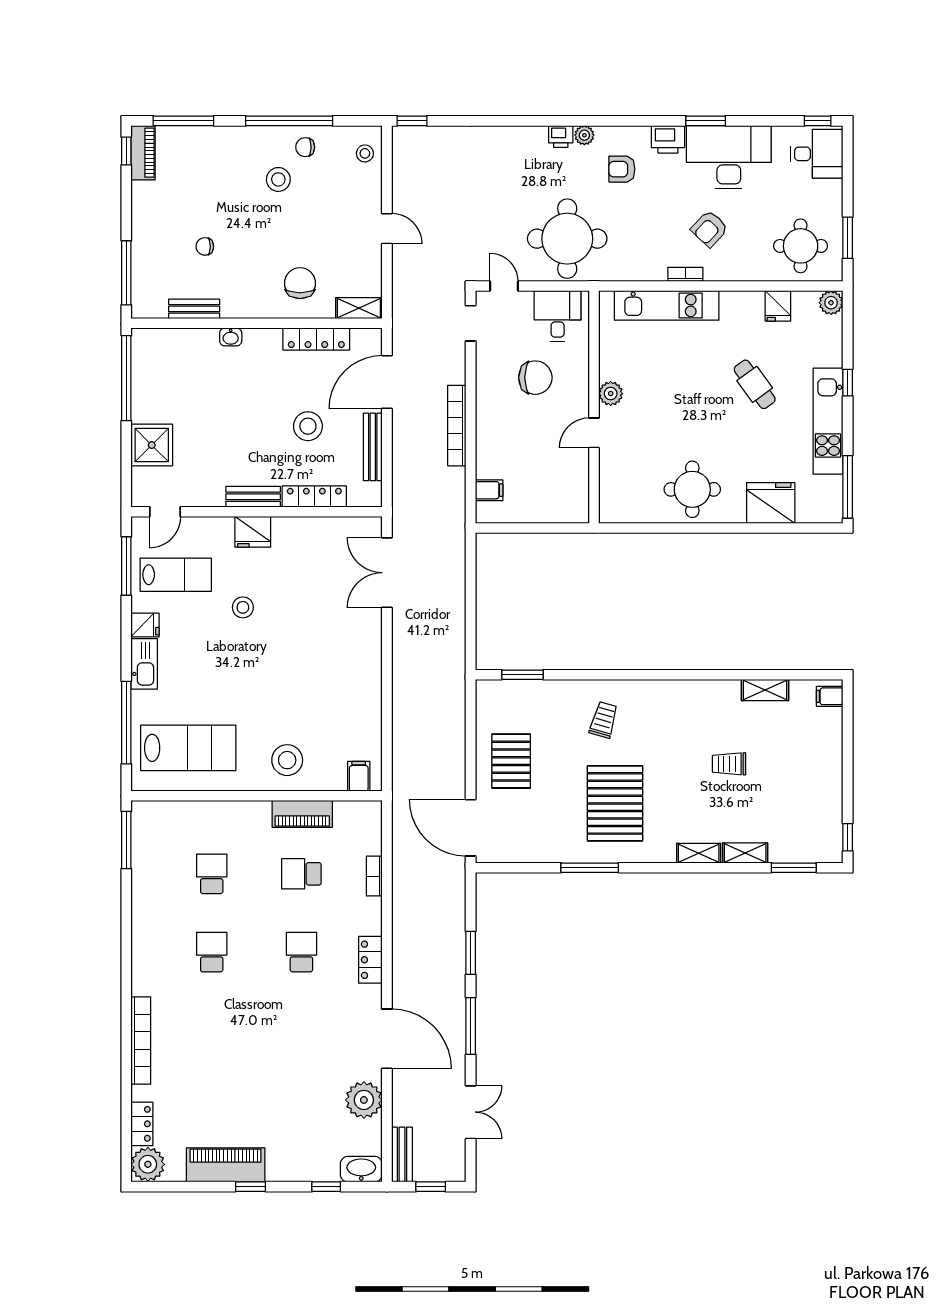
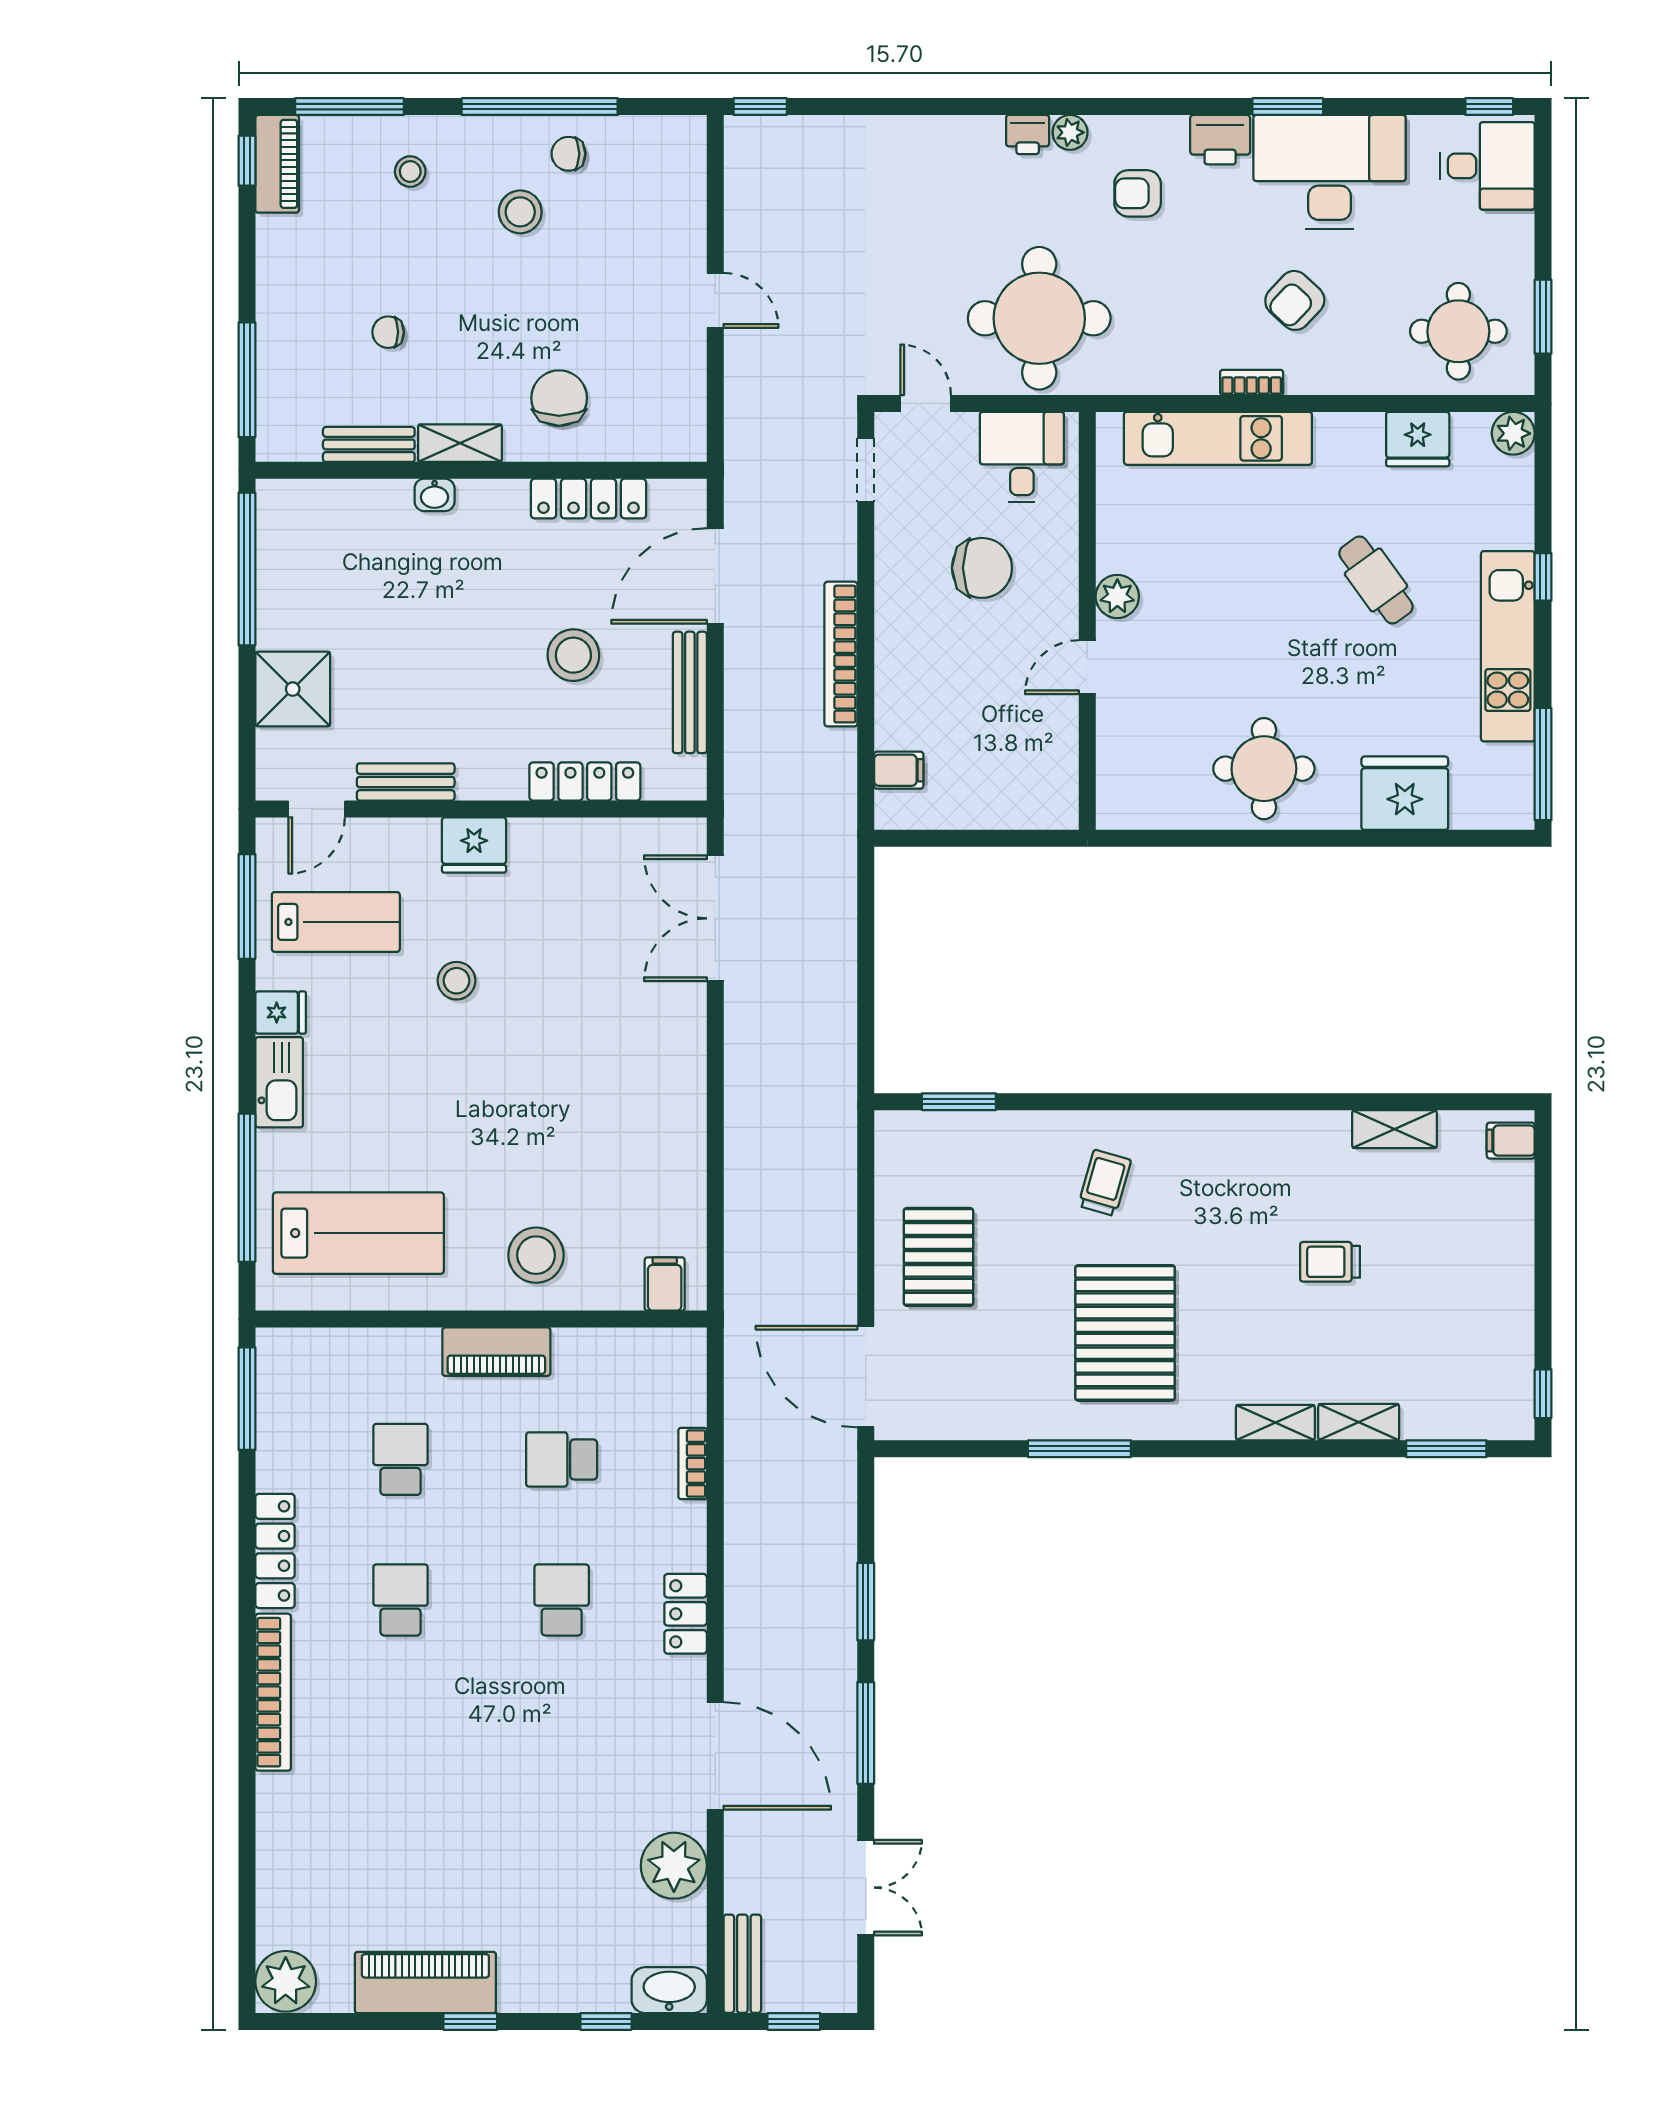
stool: (365, 153) -> (410, 172), moved
fridge: (778, 306) -> (1418, 439), width x1.38
shelving: (359, 308) -> (460, 443), moved
bench: (253, 497) -> (406, 782), moved
piano: (302, 814) -> (496, 1352), moved
bookcase: (141, 1041) -> (273, 1692), moved
locker: (142, 1124) -> (275, 1551), moved, width x1.53

